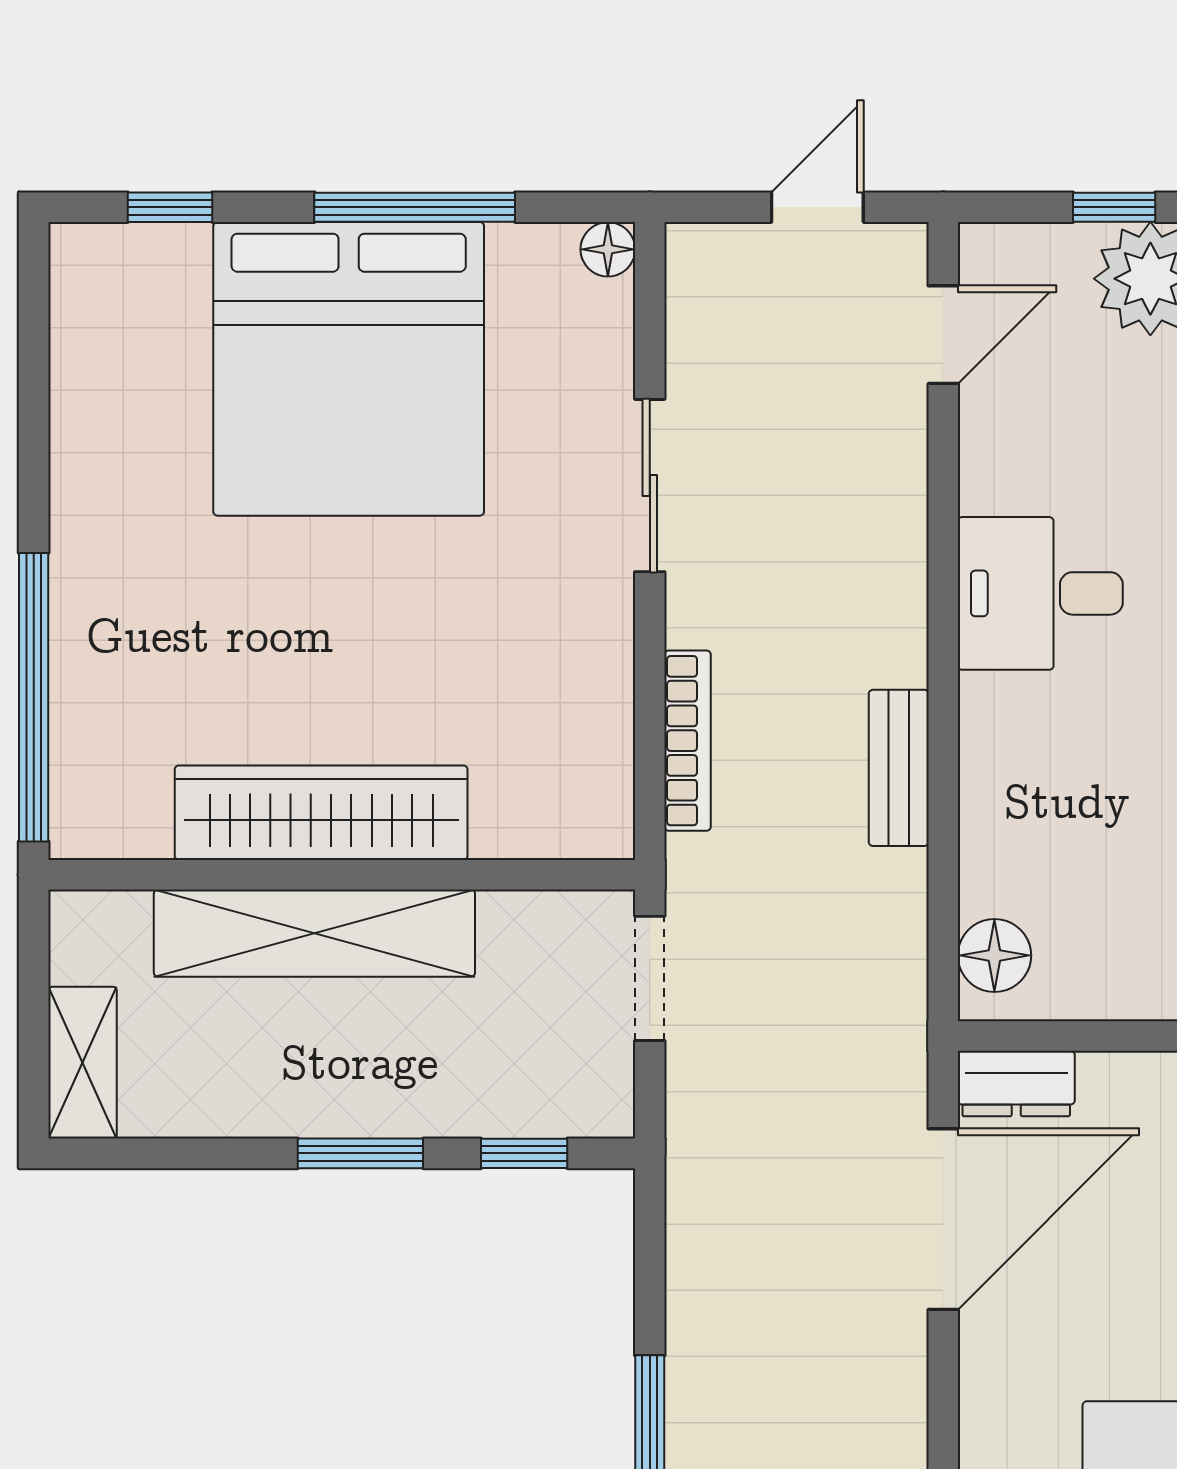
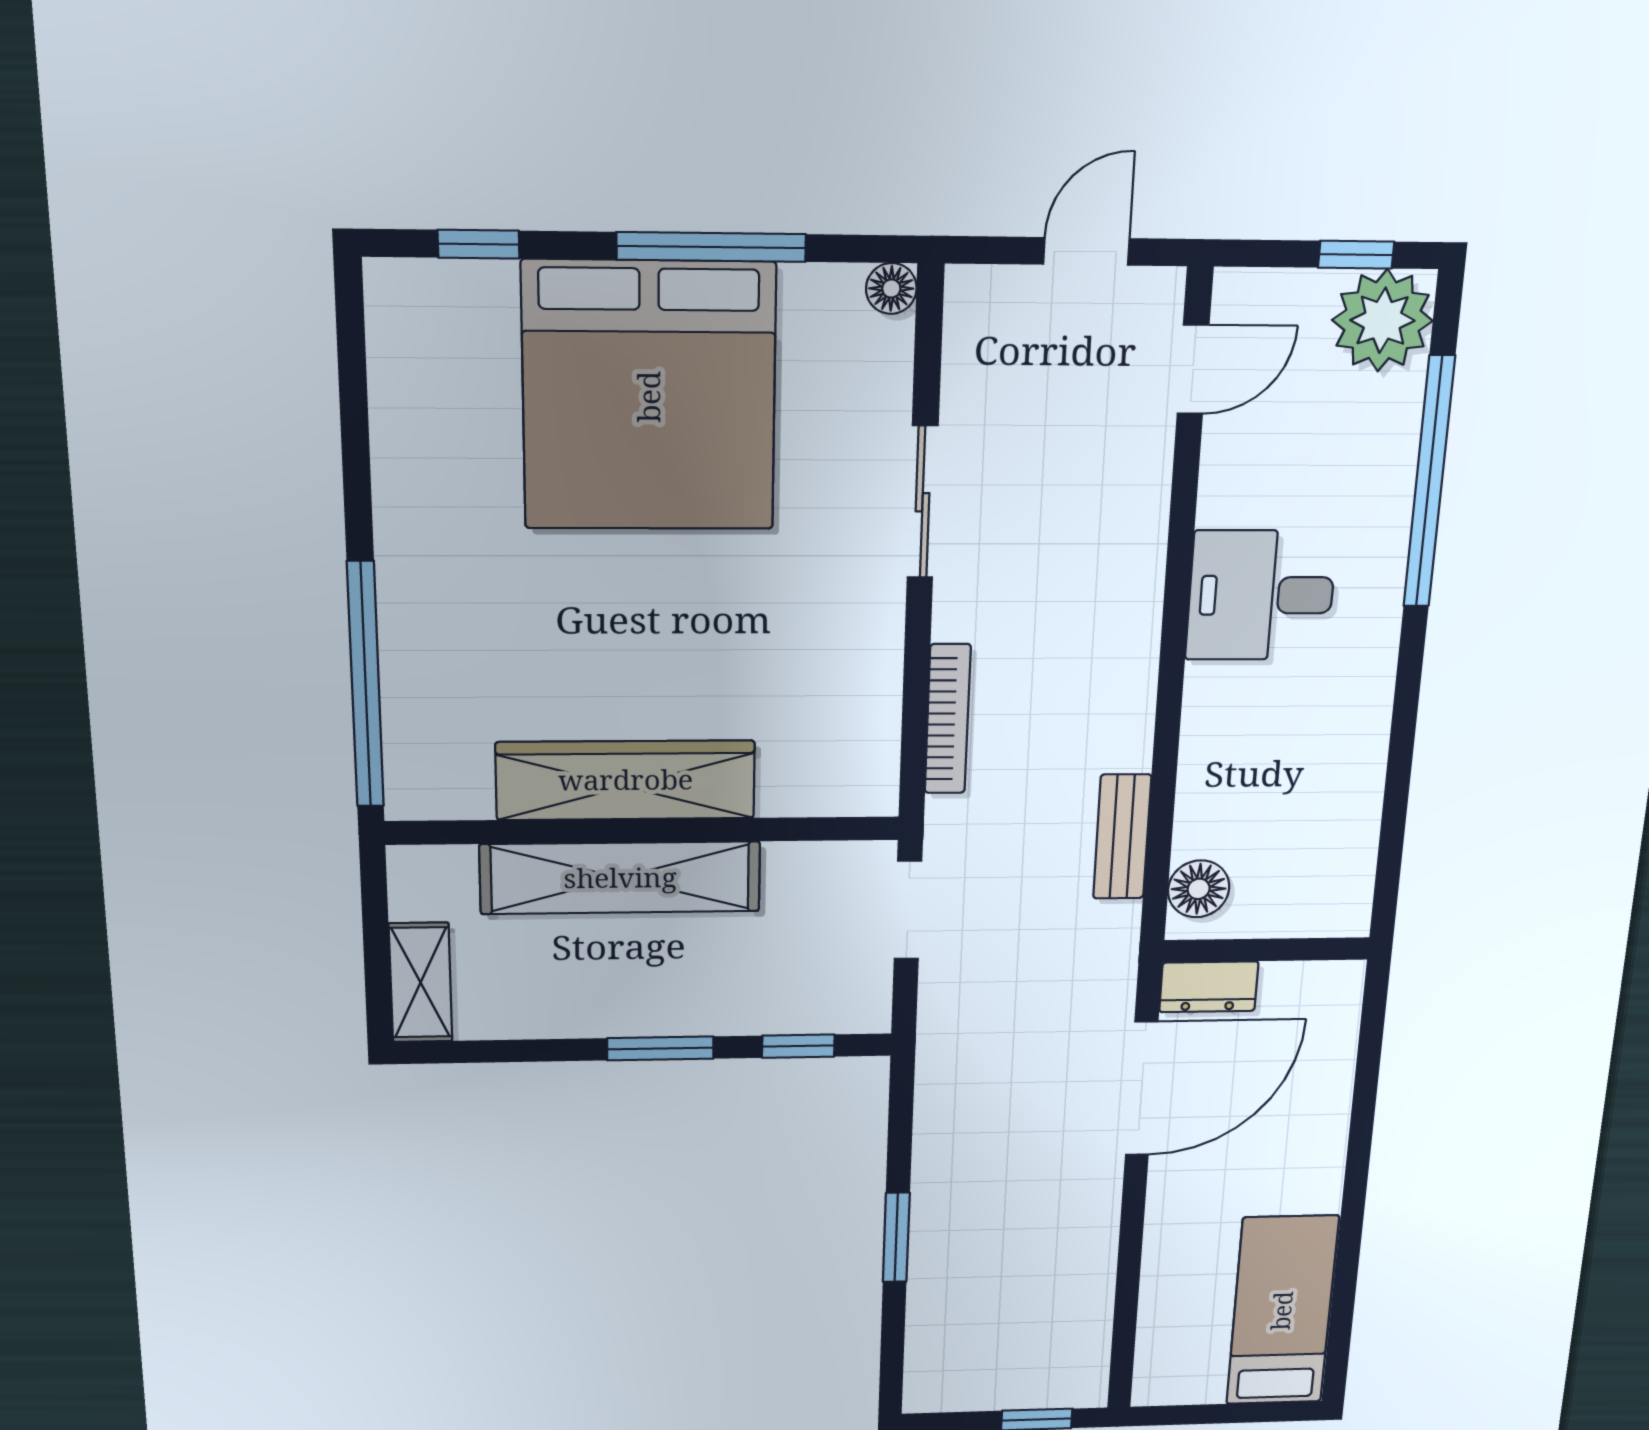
bench: (899, 768) -> (1122, 837), moved

